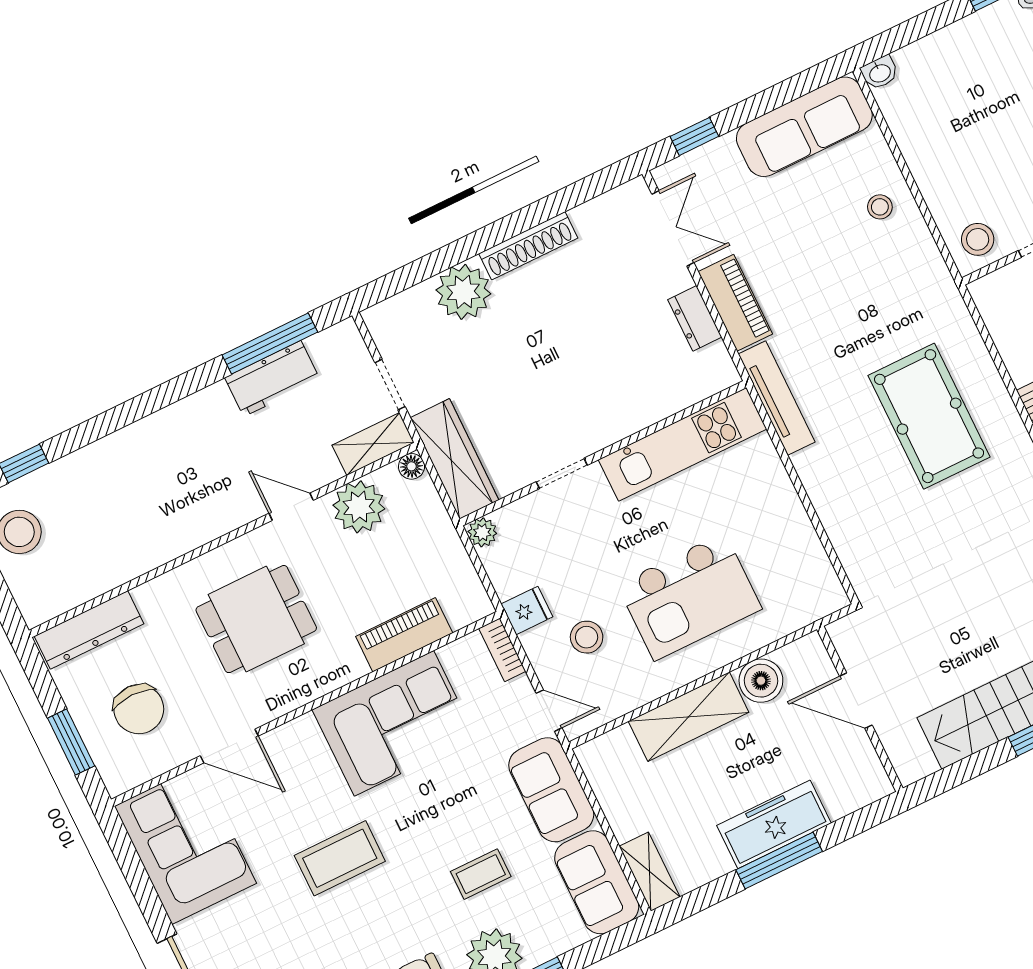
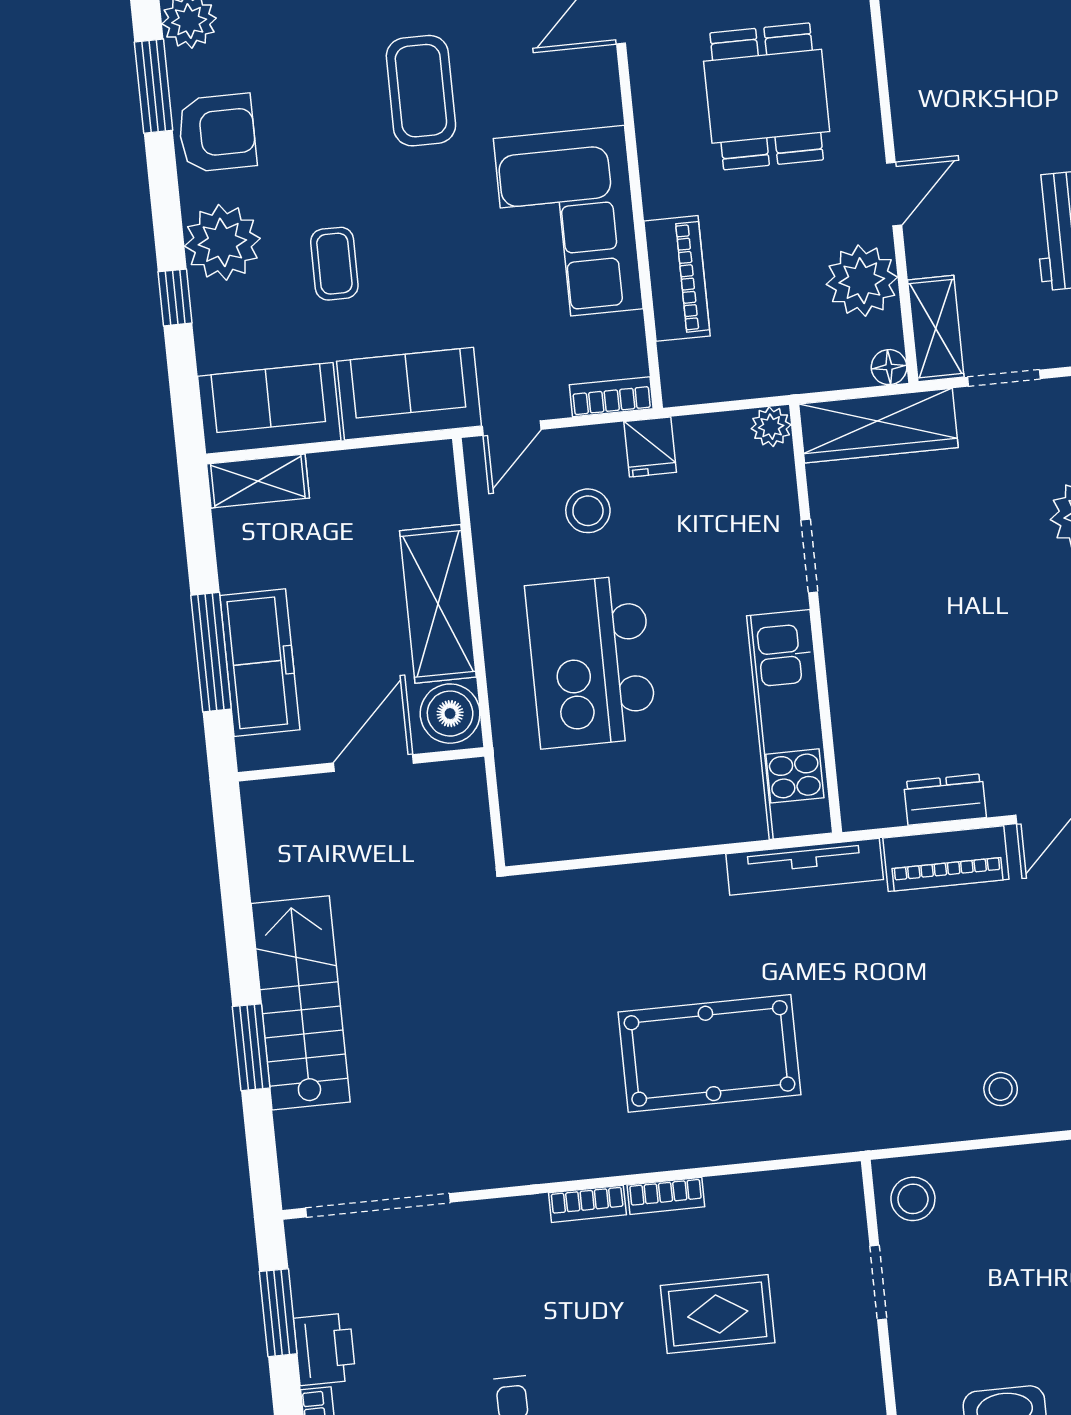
door: (856, 701) -> (373, 763), moved
wall: (860, 709) -> (361, 764), moved

